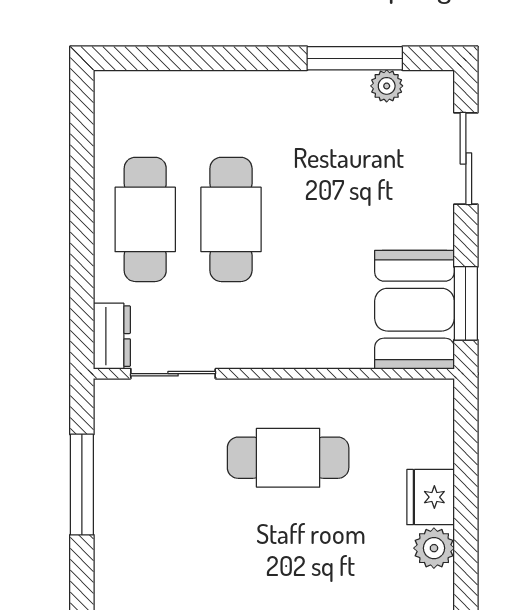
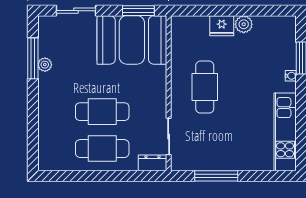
plant: (387, 86) -> (45, 65), moved
booth: (415, 310) -> (132, 40), width x1.36, depth x1.42

